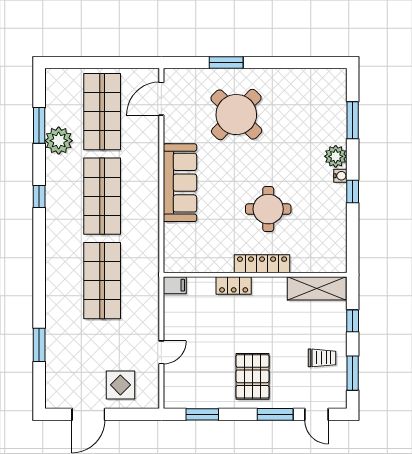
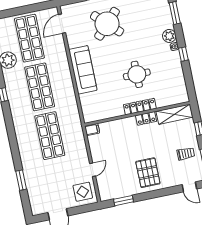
locker: (234, 285) -> (146, 118), moved
display table: (120, 385) -> (83, 192), moved
window: (275, 414) -> (165, 192), removed

